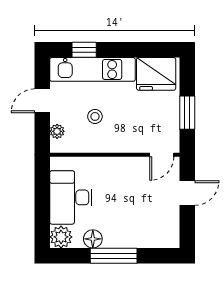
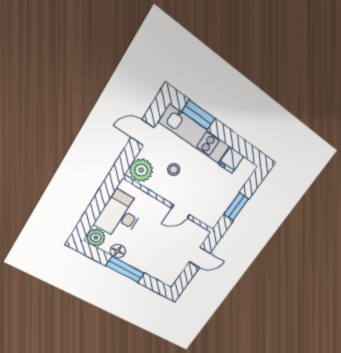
window: (84, 50) -> (198, 115), width x1.50
fridge: (156, 74) -> (231, 160), width x0.53, depth x0.75
plant: (57, 131) -> (141, 170), width x1.88, depth x1.88
door: (162, 155) -> (181, 211), moved

